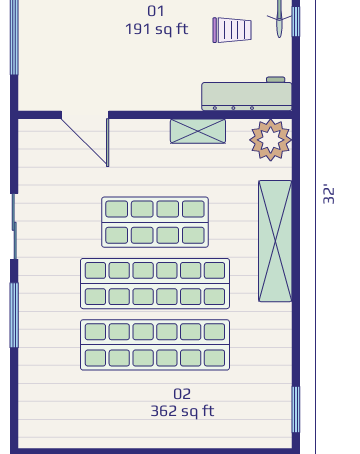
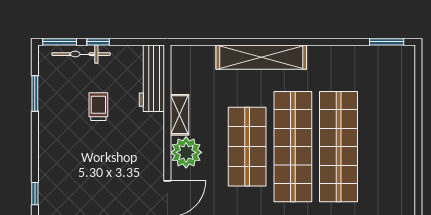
trolley: (232, 30) -> (98, 107), moved
plant: (271, 140) -> (186, 152), moved

